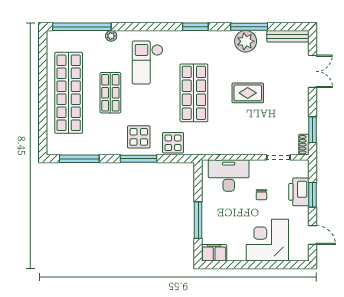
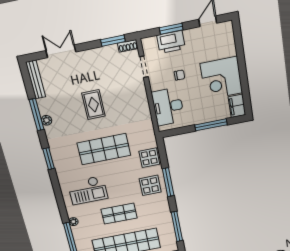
plant: (246, 41) -> (47, 120), width x0.53, depth x0.53
corner desk: (267, 240) -> (221, 78), moved

